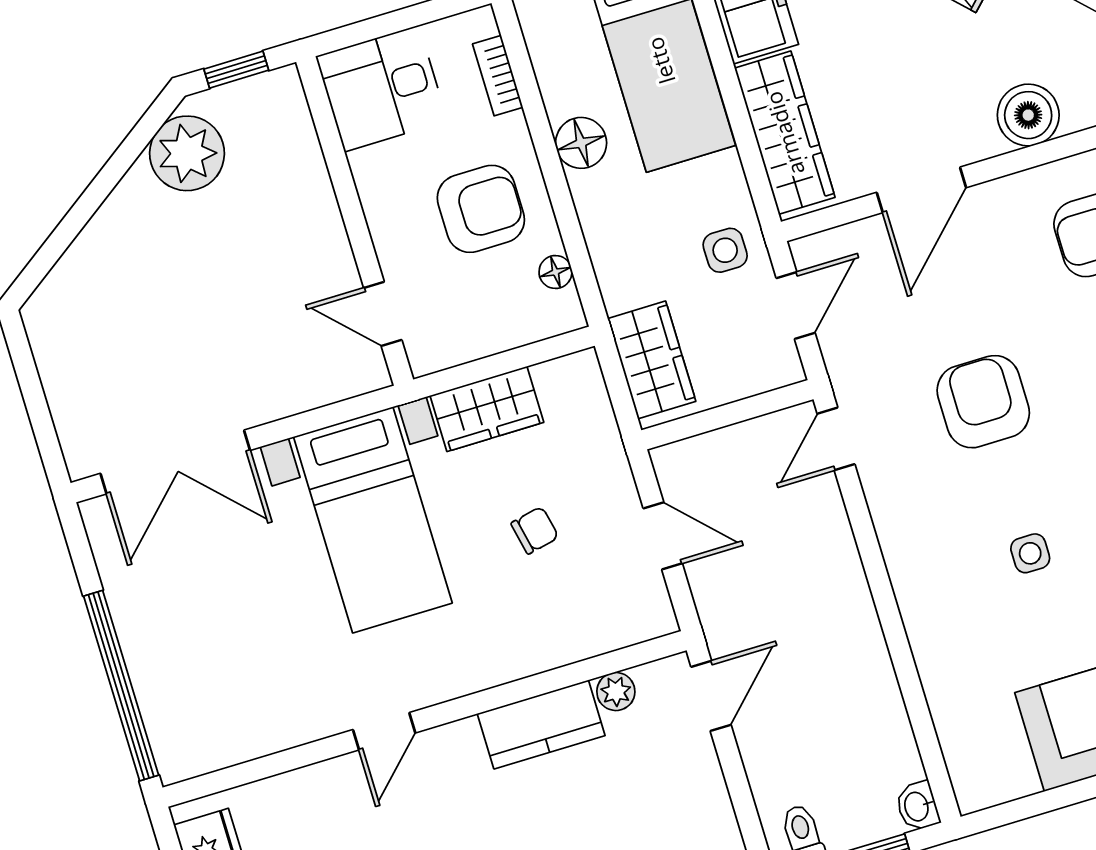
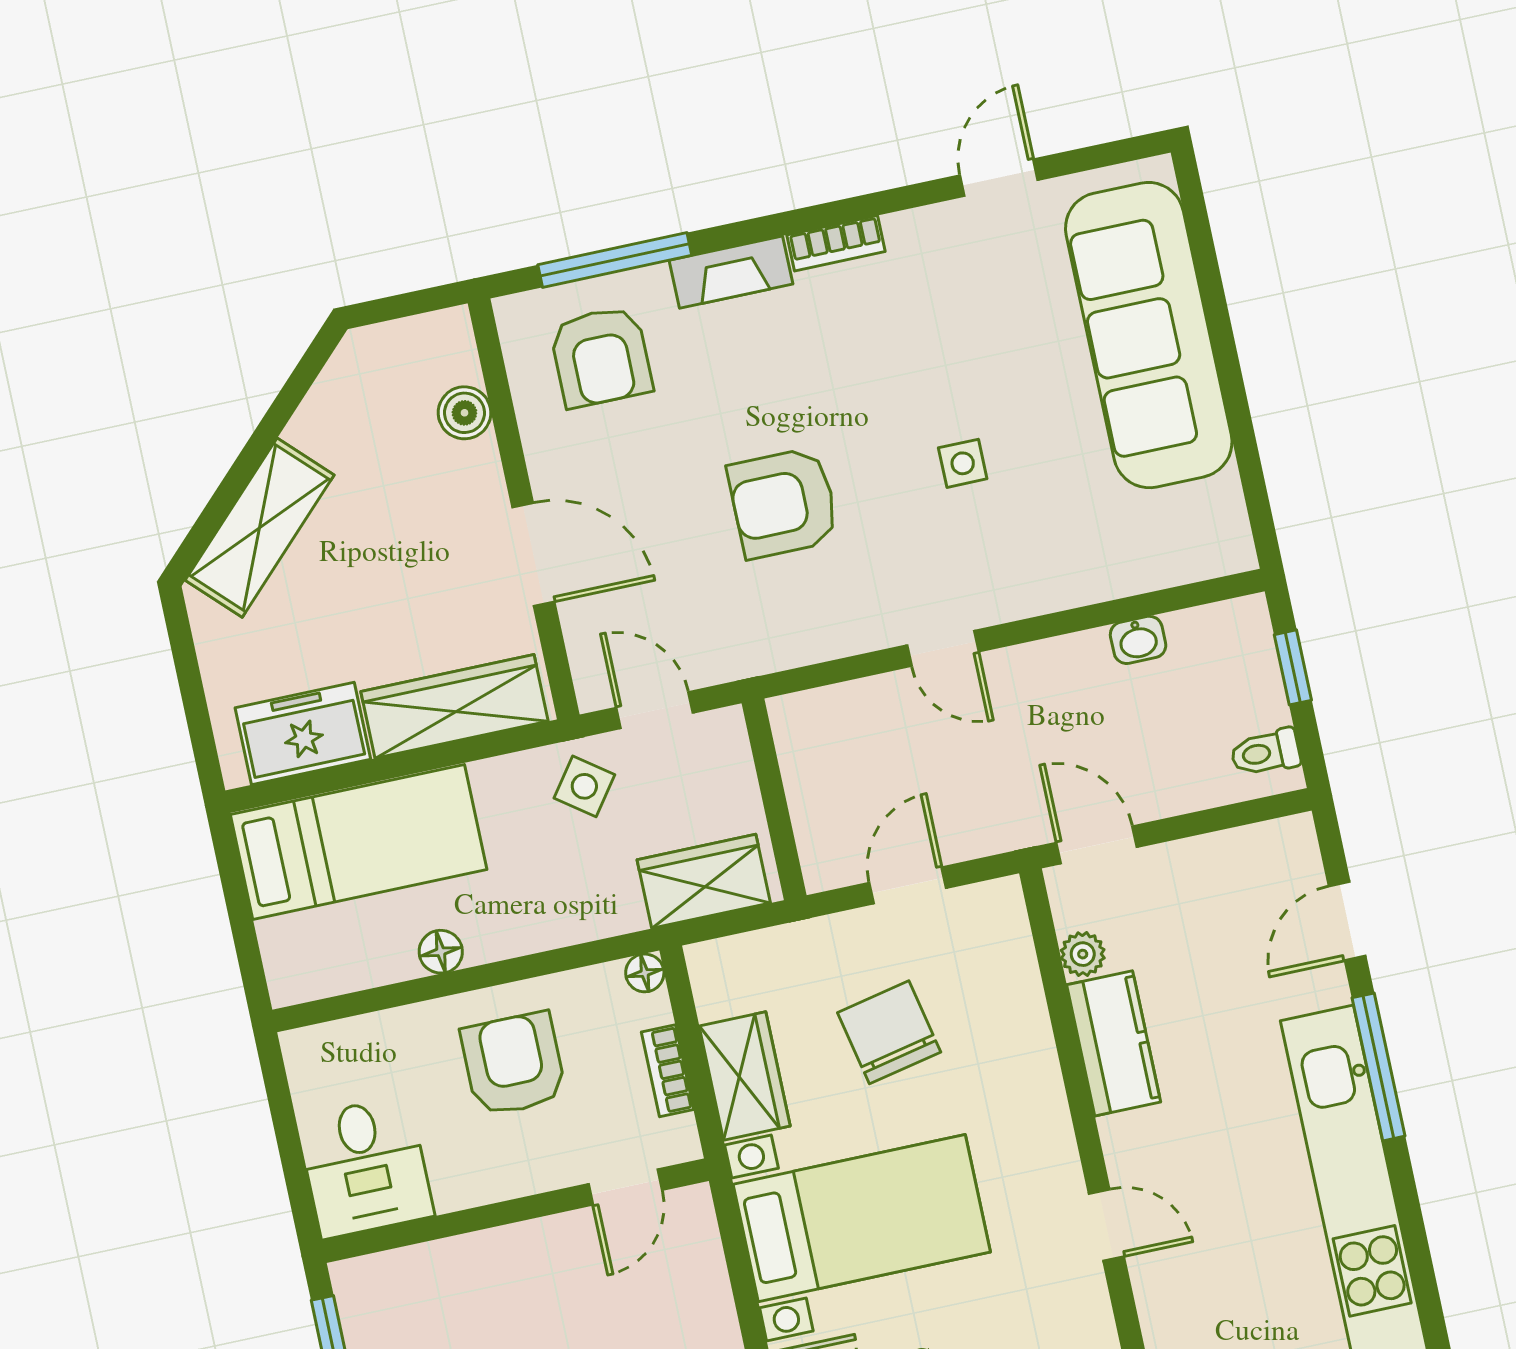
bookcase: (498, 76) -> (667, 1071), moved, turned 90
boiler: (1028, 115) -> (464, 413), width x0.73, depth x0.73
floor lamp: (581, 143) -> (441, 952), width x0.73, depth x0.73
side table: (725, 250) -> (584, 786), turned 36
floor lamp: (555, 272) -> (645, 973), moved
door: (836, 439) -> (943, 648), moved
chair: (535, 530) -> (889, 1032), width x1.87, depth x1.87
washbasin: (917, 806) -> (1138, 640), moved

